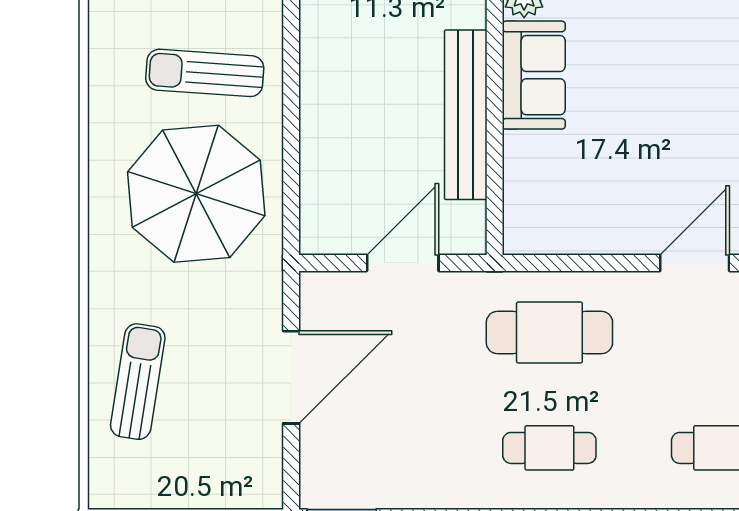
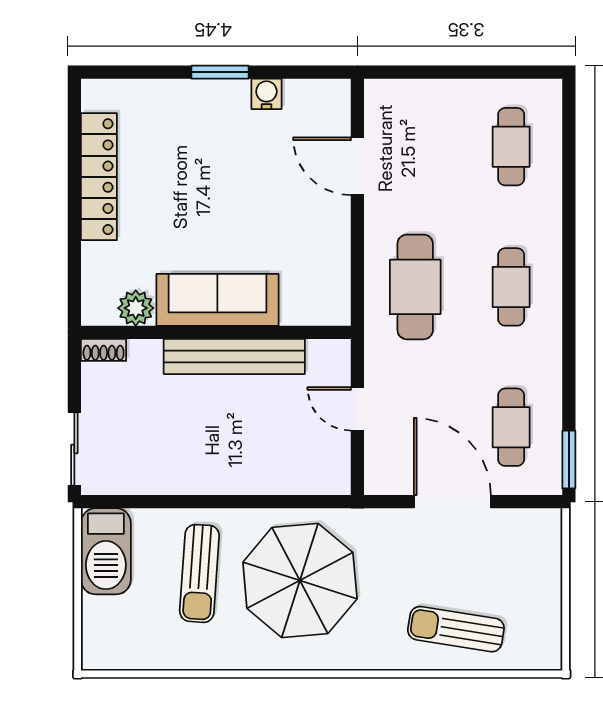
sofa: (534, 75) -> (217, 300), width x1.36
door: (403, 263) -> (357, 409), width x0.73
cafe table: (381, 448) -> (511, 427), added

